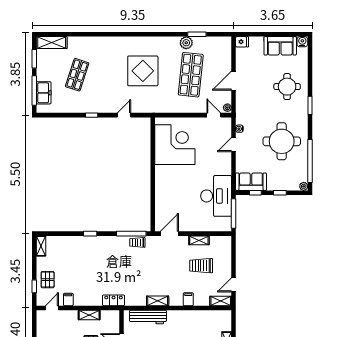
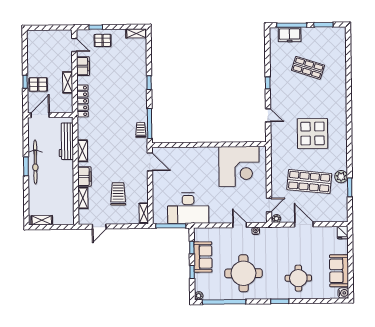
shelving: (52, 43) -> (340, 42), removed
sofa: (251, 182) -> (203, 257), moved
shelving: (199, 240) -> (144, 213), moved
door: (234, 285) -> (99, 227), swing flipped
filing cabinet: (68, 299) -> (83, 66), width x2.00
filing cabinet: (188, 299) -> (84, 176), width x2.00
locker: (114, 300) -> (83, 101), width x1.53
shelving: (221, 301) -> (83, 198), moved

